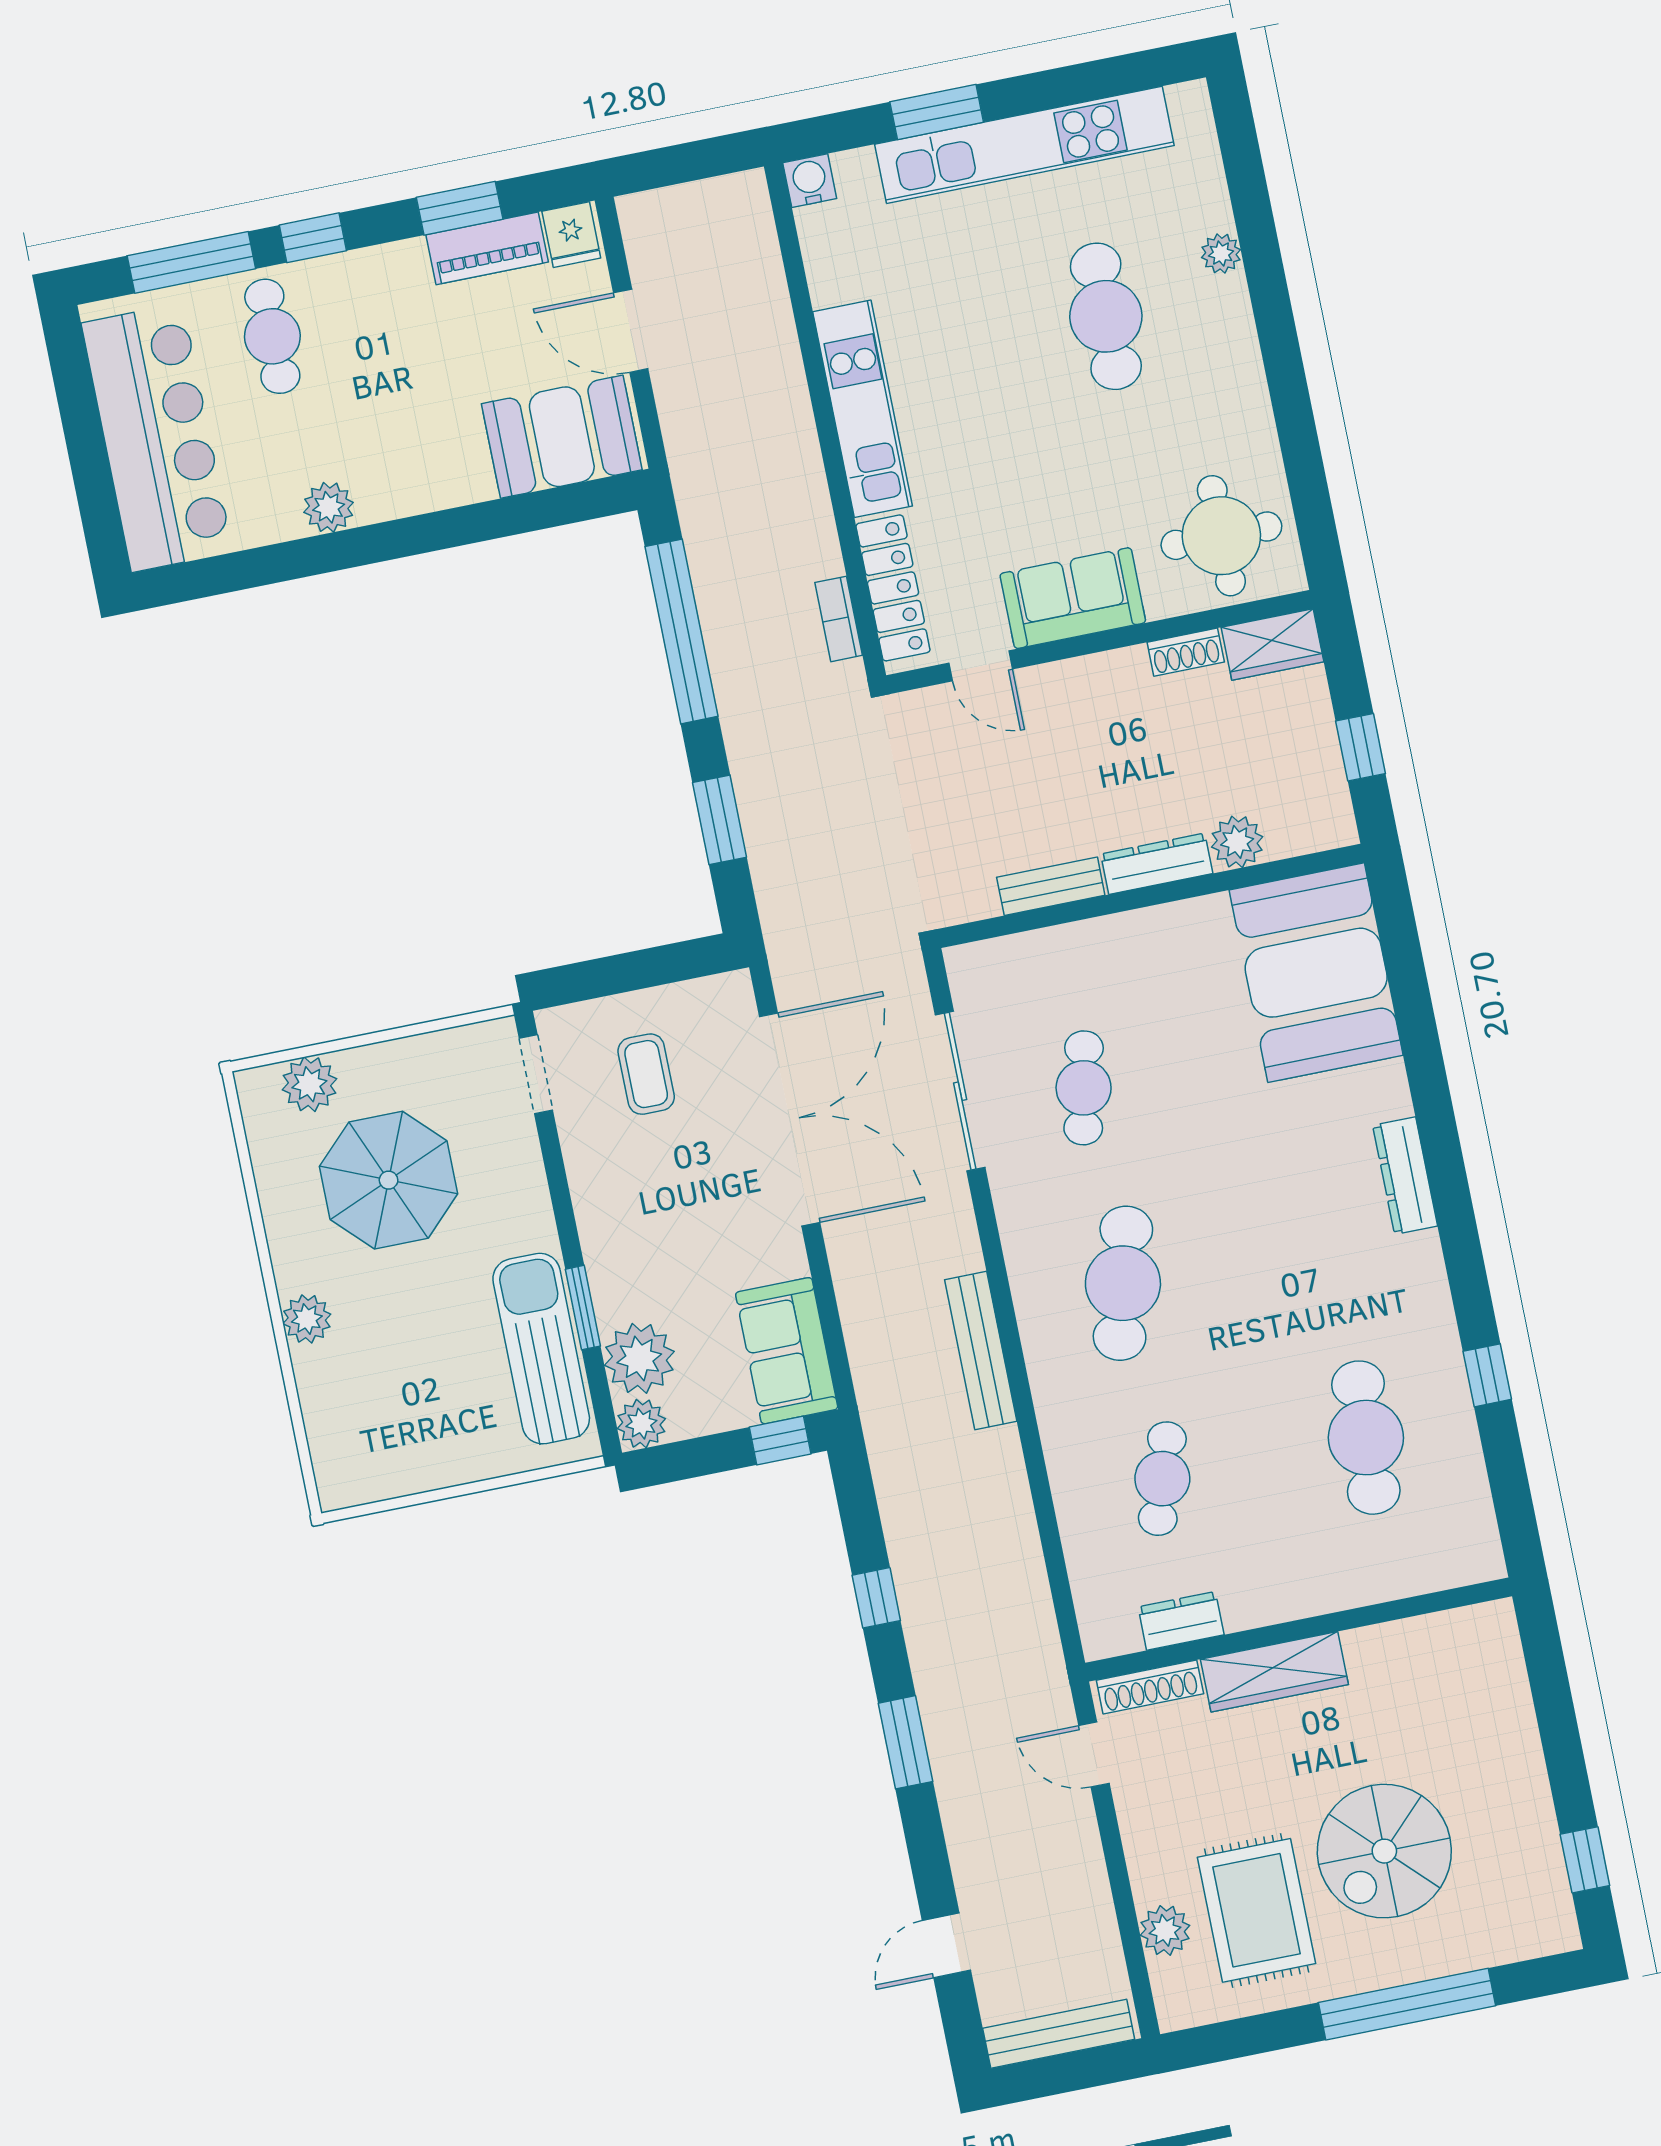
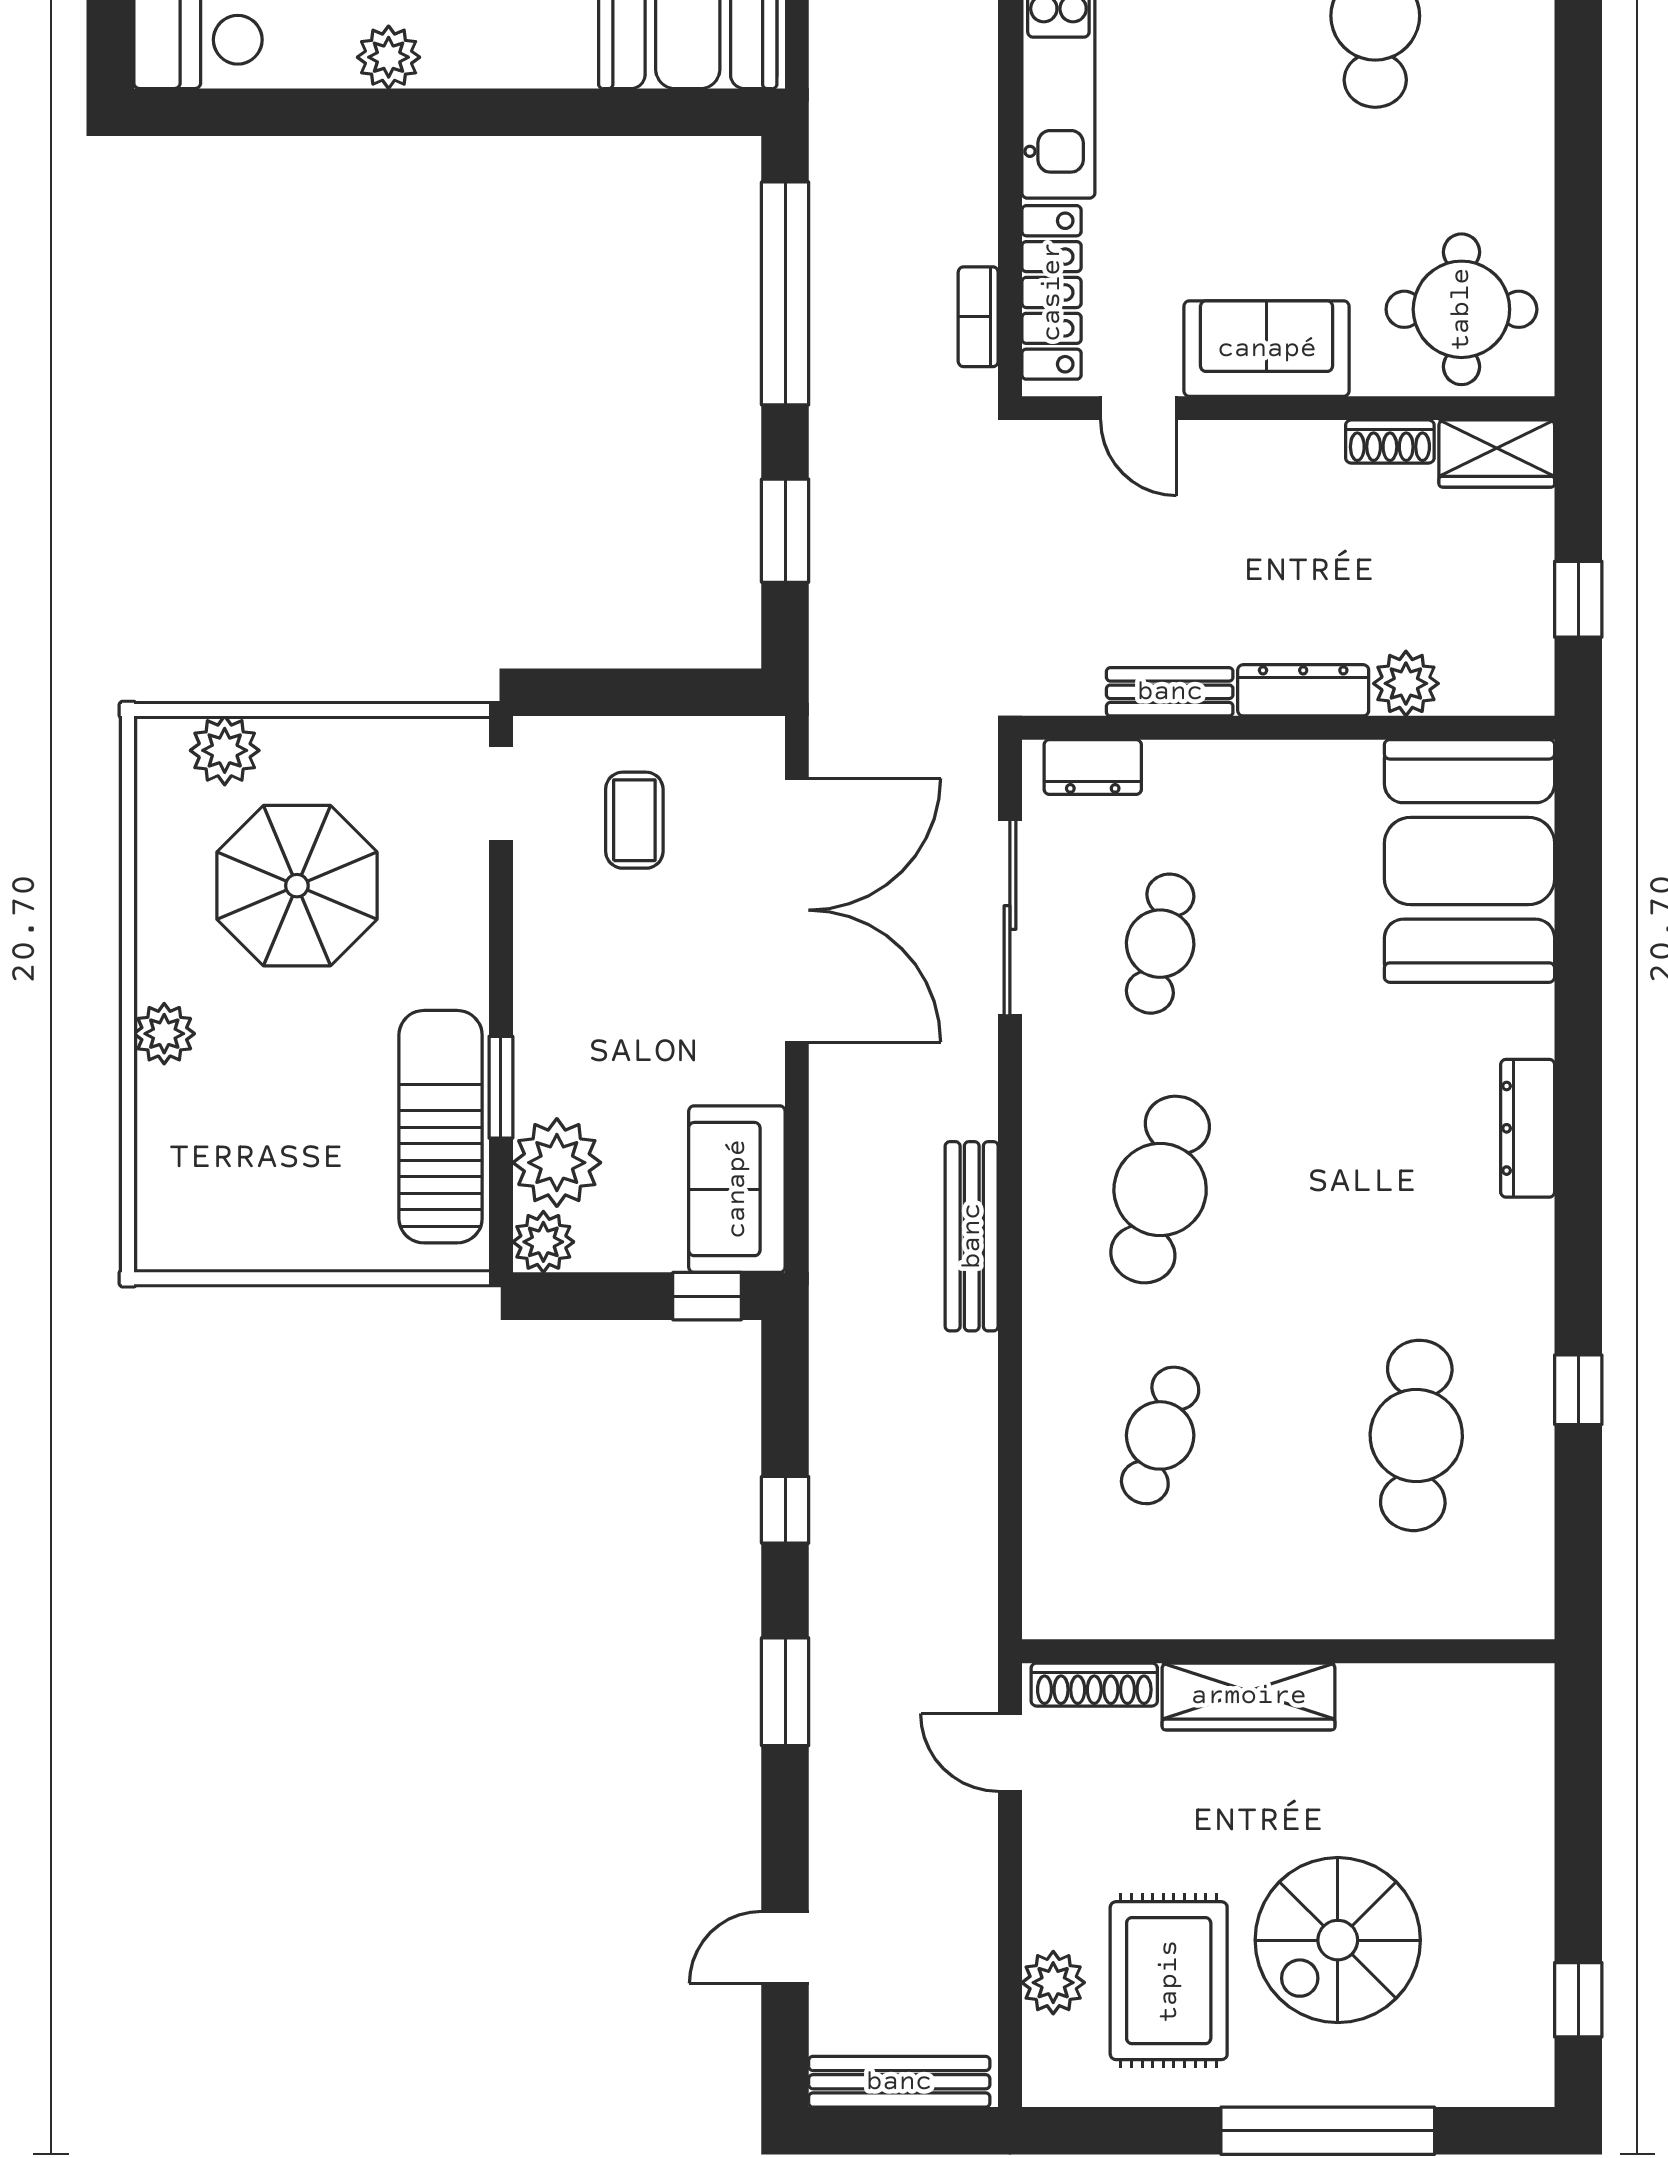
dresser: (1181, 1621) -> (1093, 767), moved, turned 180

